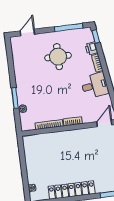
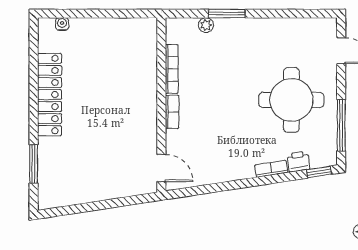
round table: (58, 57) -> (291, 100), width x1.36, depth x1.36
desk: (95, 85) -> (232, 159), removed

